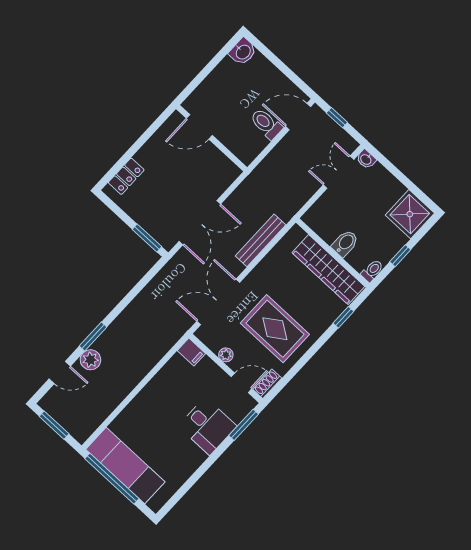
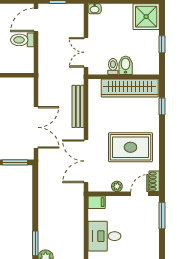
double door: (339, 172) -> (86, 52), moved
toilet: (372, 271) -> (113, 66), moved
desk: (207, 426) -> (104, 236), moved, turned 180

